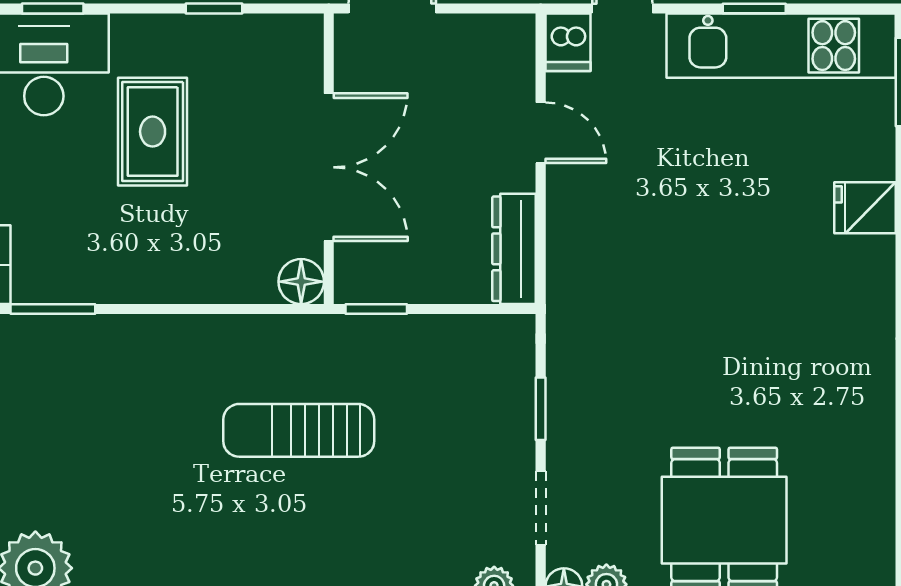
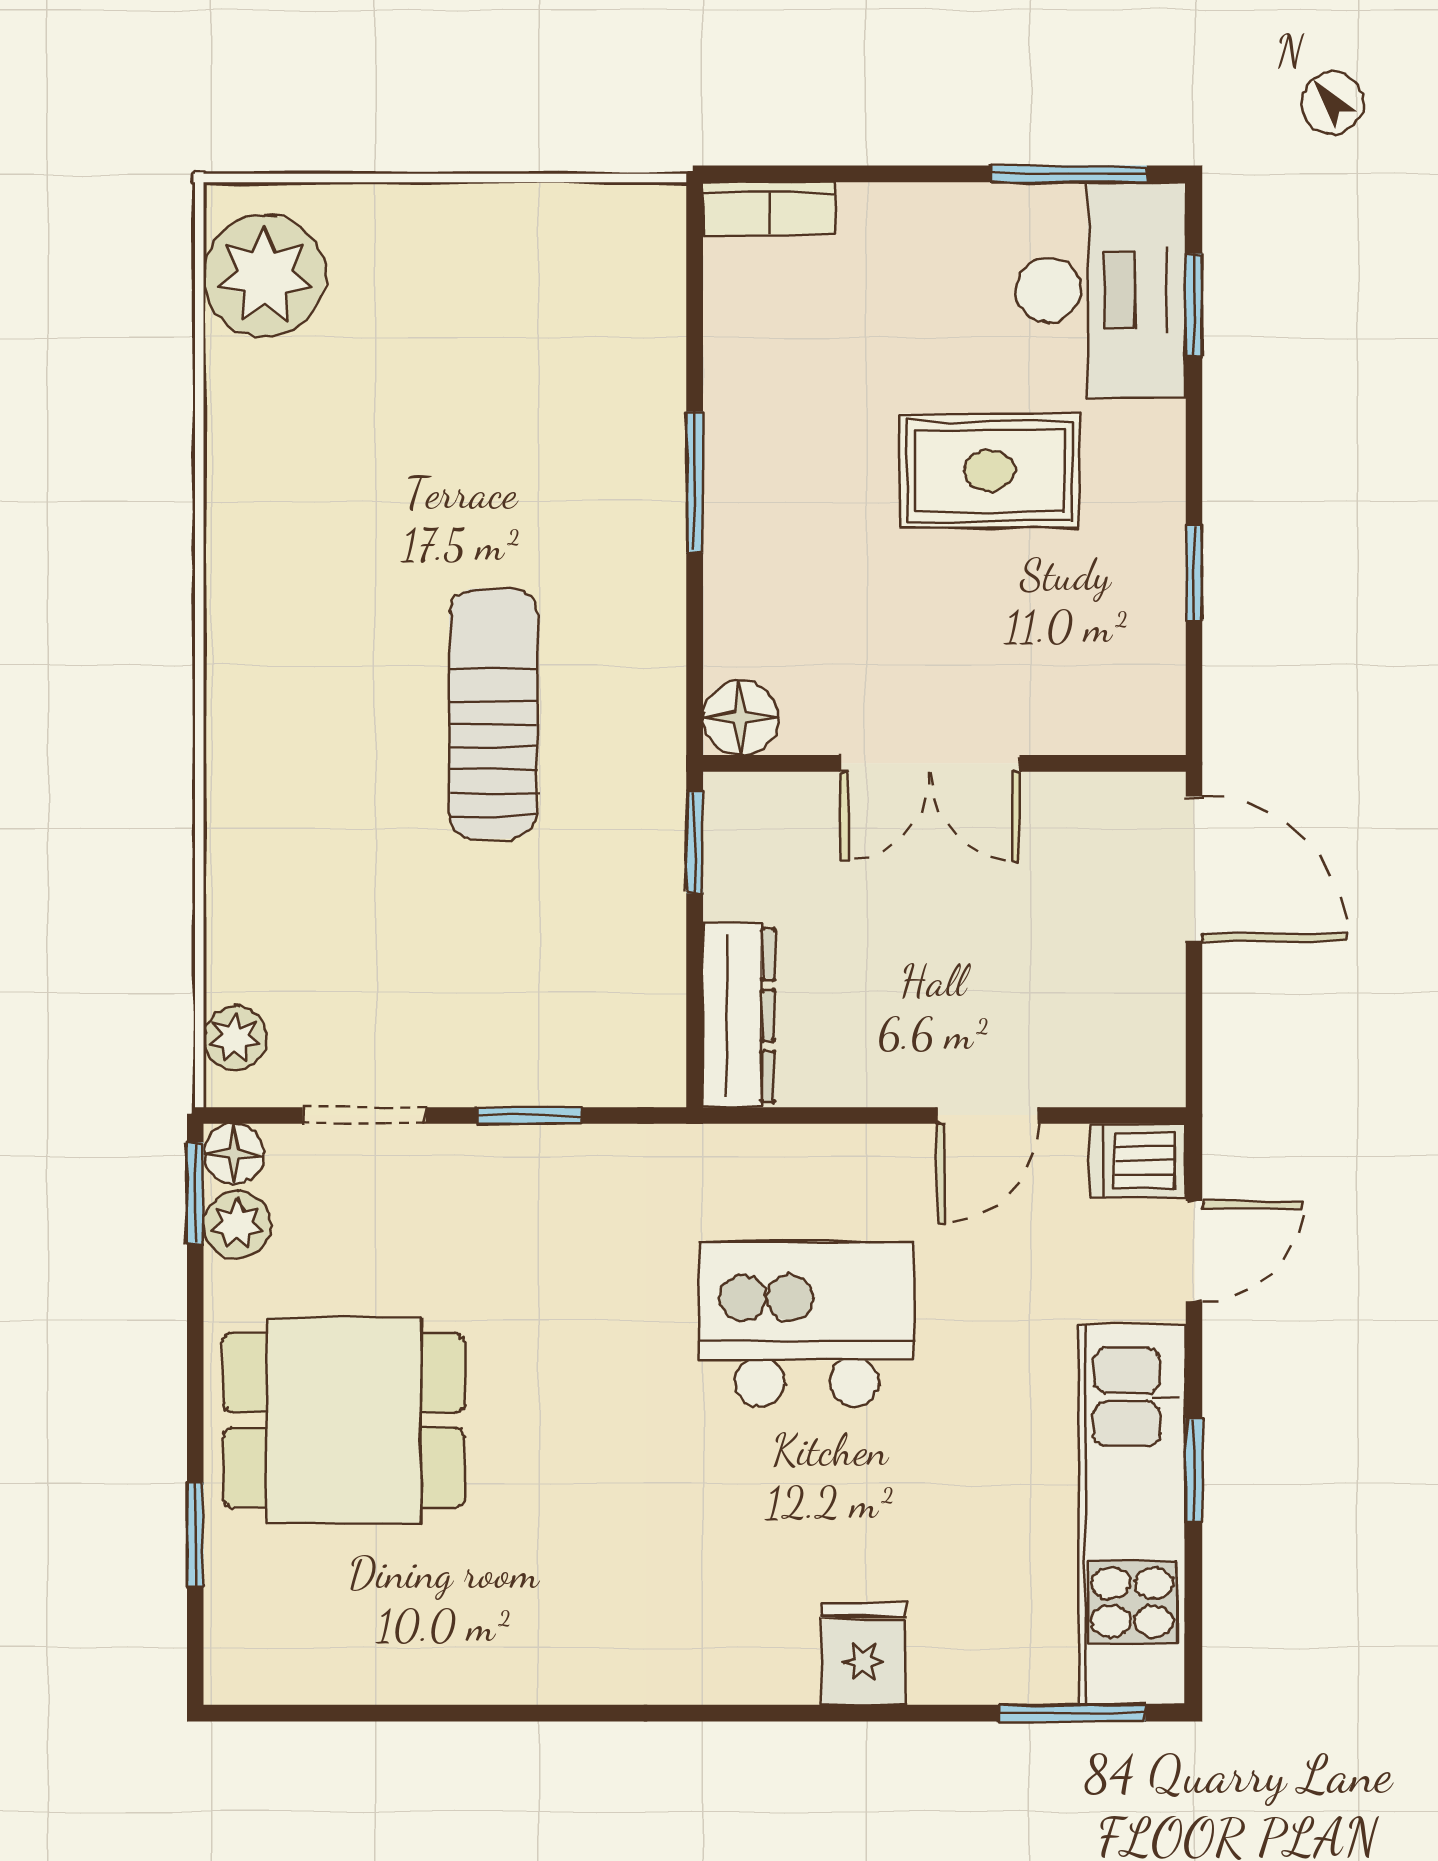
double door: (329, 167) -> (930, 763), width x0.73
kitchen island: (666, 241) -> (807, 1324), added
dresser: (514, 249) -> (739, 1015), moved, turned 90
window: (53, 309) -> (695, 482), moved

